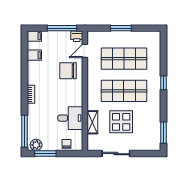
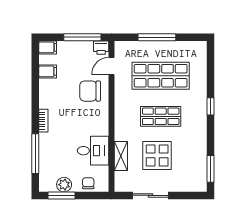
window: (121, 28) -> (157, 37), width x1.44
shop shelf: (124, 91) -> (161, 116), width x0.70, depth x0.74
window: (25, 131) -> (35, 154), moved
plant: (36, 145) -> (64, 185), moved

